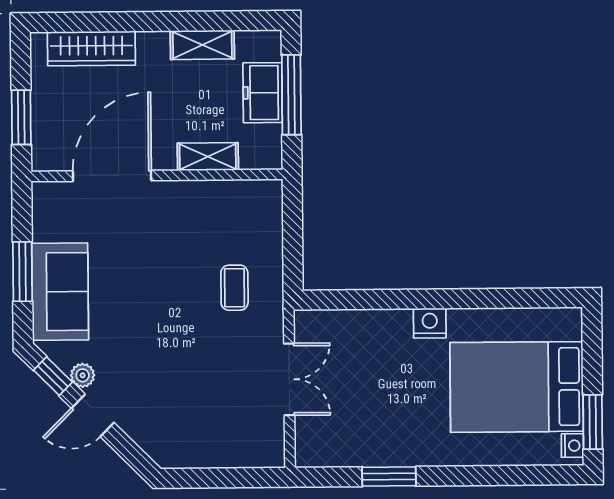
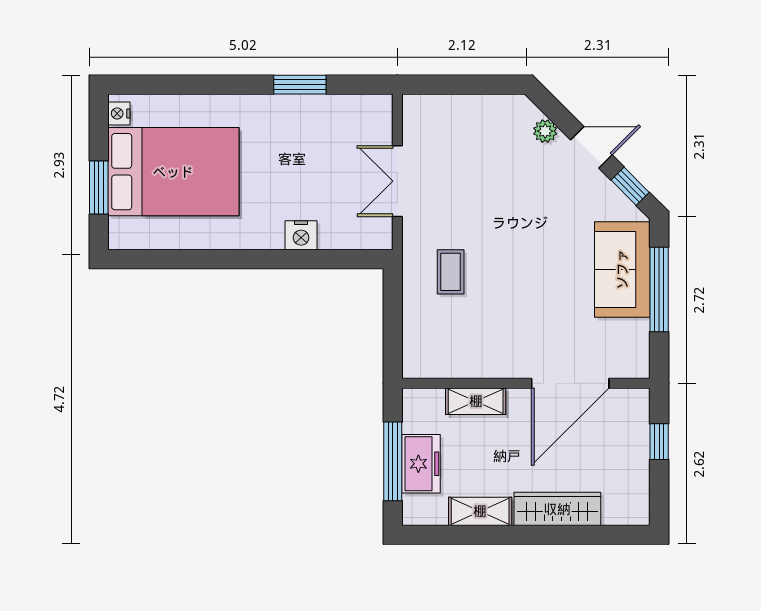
wardrobe: (91, 48) -> (557, 509), moved
window: (21, 117) -> (659, 442), width x0.67
window: (23, 272) -> (659, 289), width x1.44
nightstand: (430, 323) -> (301, 235), moved
plant: (83, 375) -> (545, 131), moved
window: (593, 422) -> (99, 188), moved

